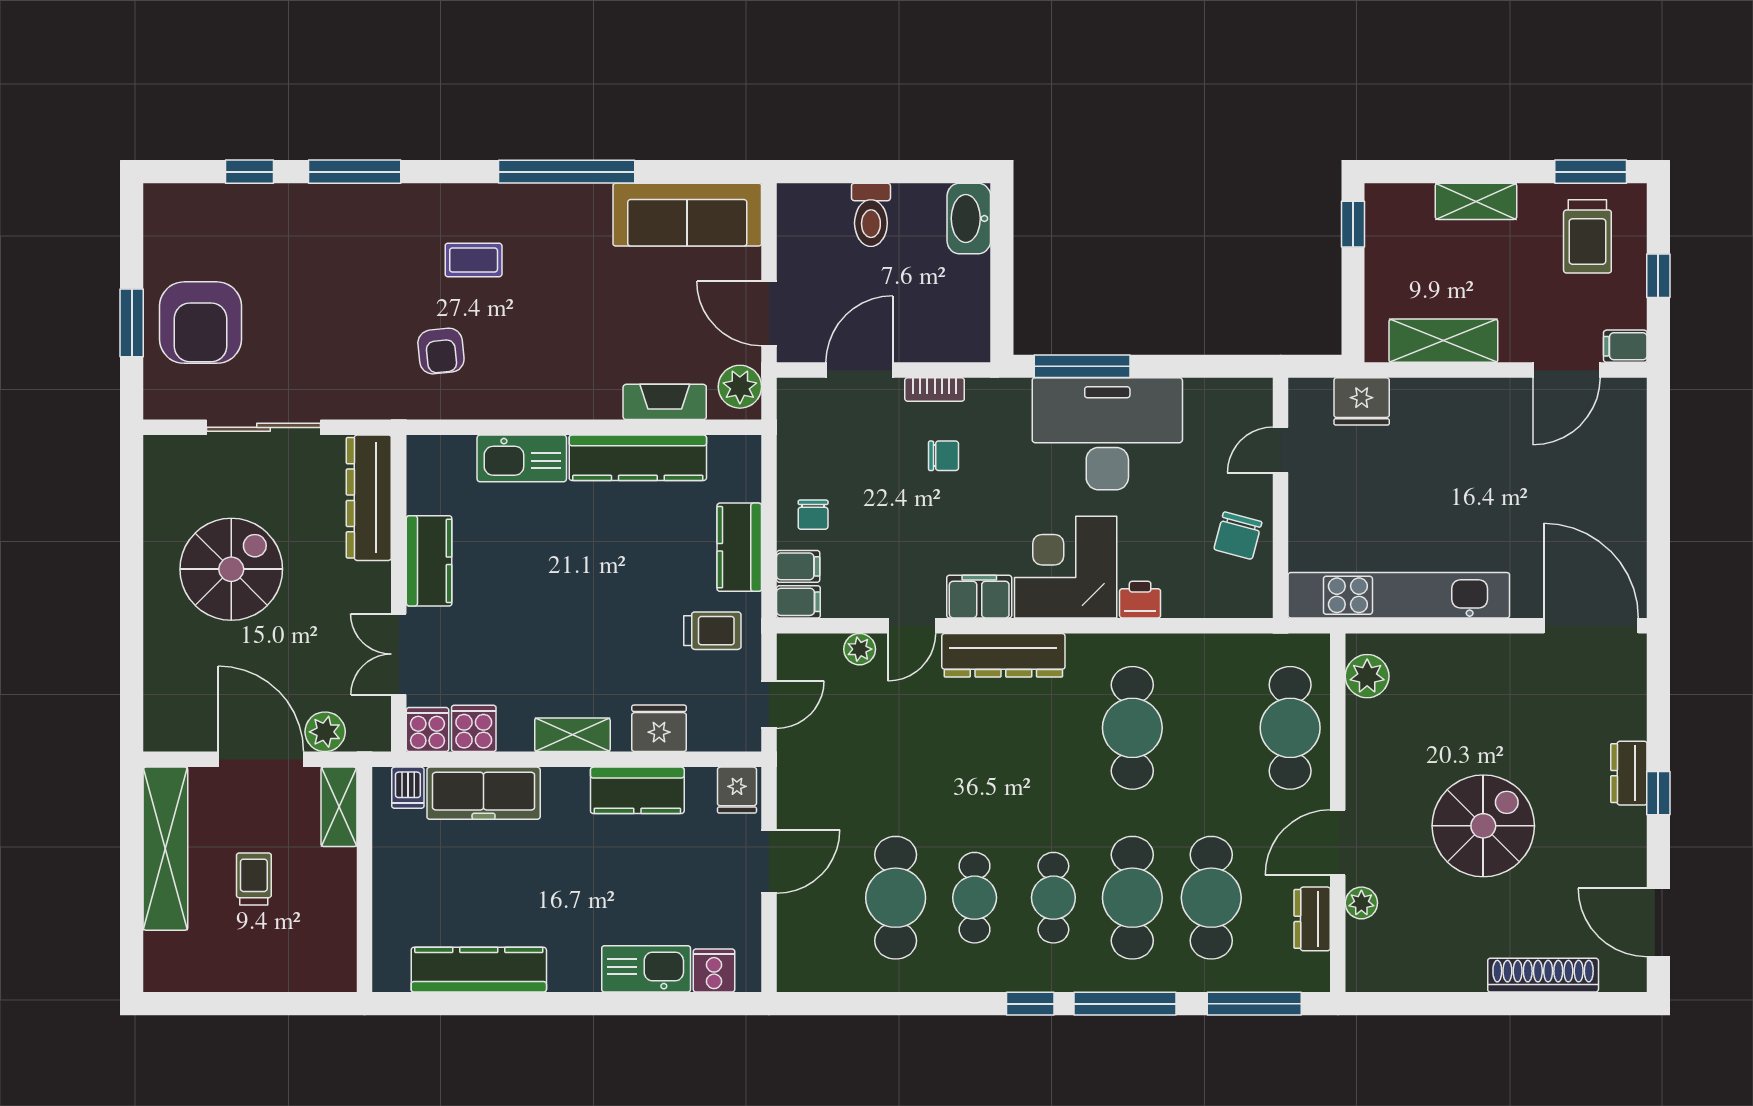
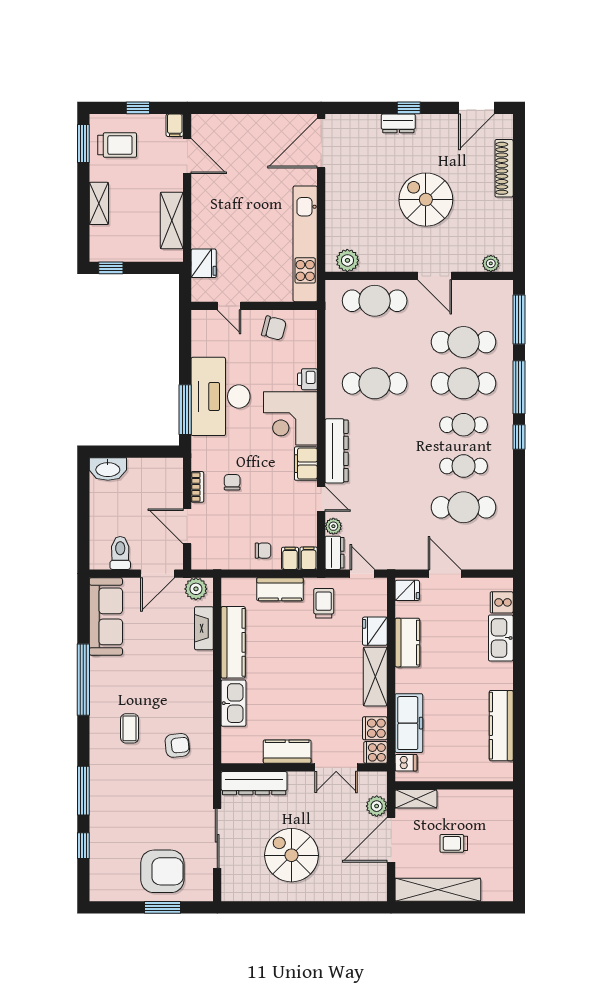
toilet: (871, 215) -> (120, 553), moved, turned -90
shelving: (572, 735) -> (375, 677), width x1.50, depth x1.33
plant: (1361, 903) -> (491, 263), moved
dresser: (1312, 919) -> (335, 553), moved, turned -90

